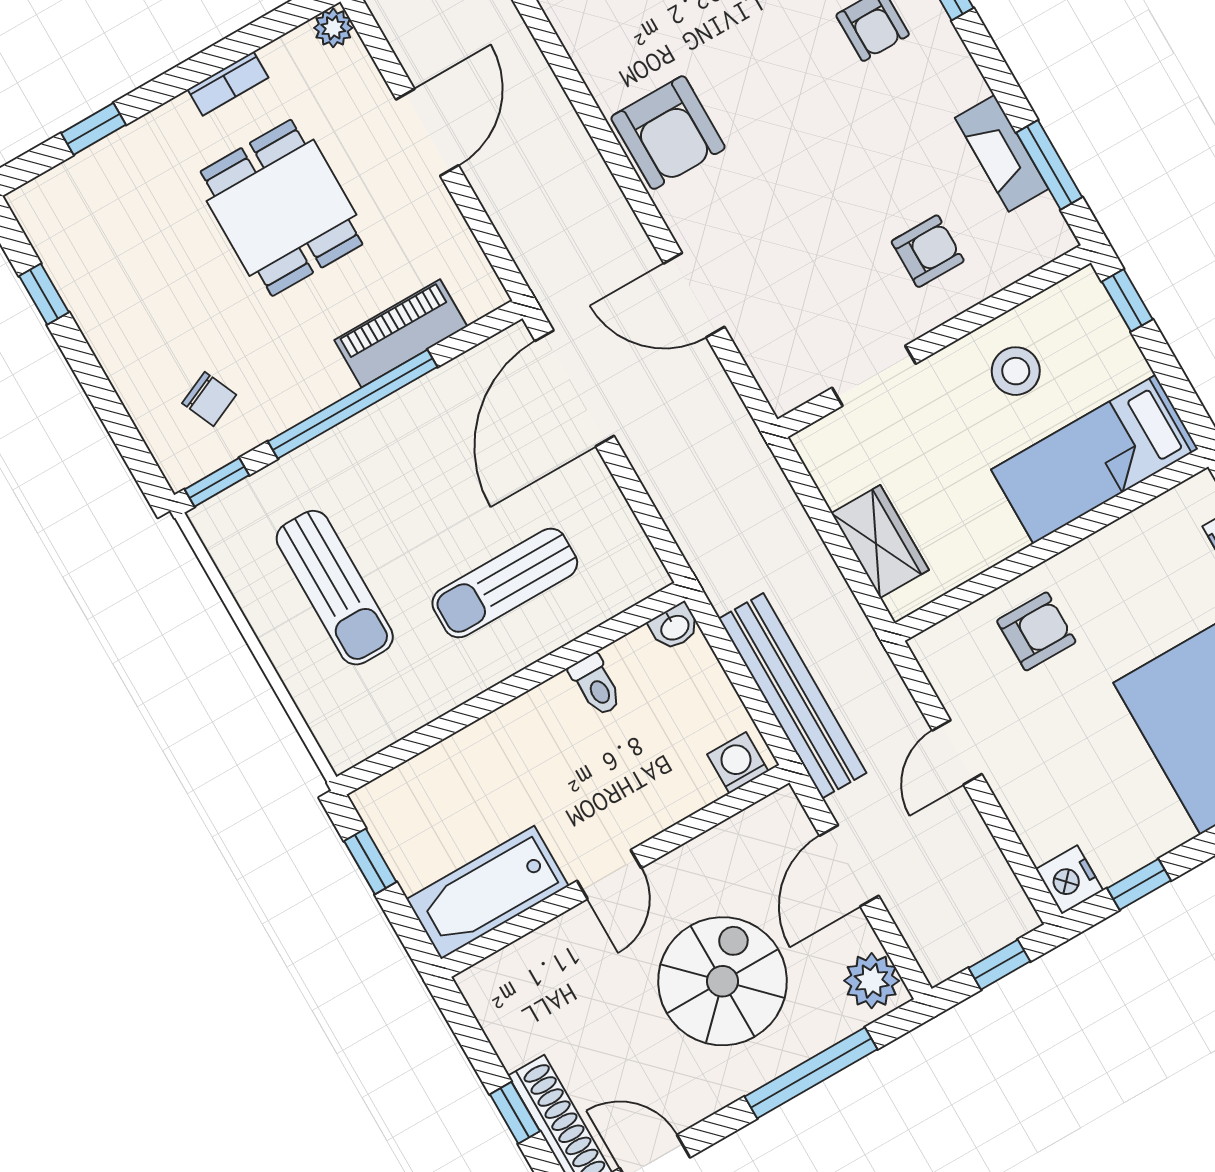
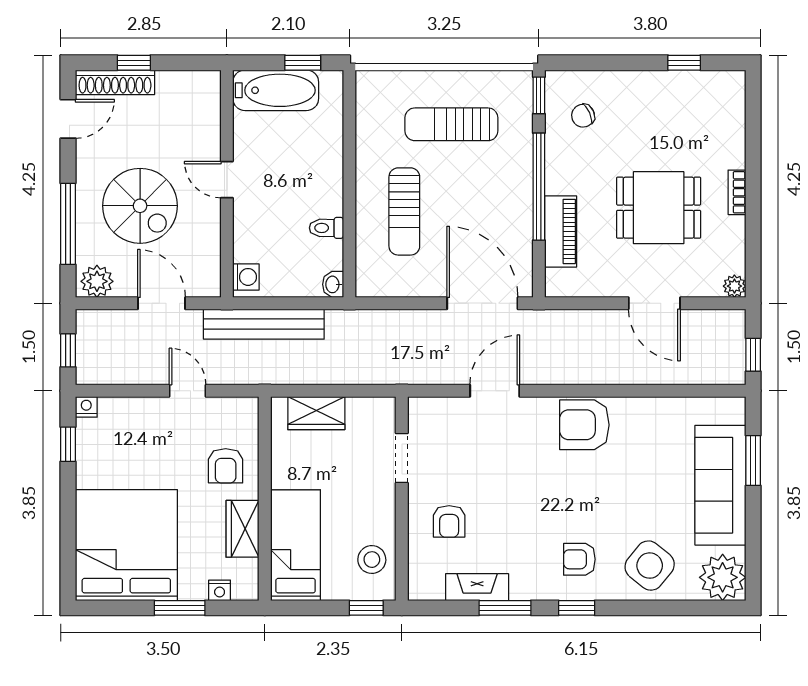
bookcase: (228, 84) -> (737, 192), moved
window: (94, 129) -> (753, 136), removed
window: (1049, 165) -> (505, 608), moved
stool: (1016, 371) -> (372, 560), moved
wardrobe: (1115, 552) -> (243, 529), added
sun lounger: (505, 583) -> (404, 211), turned 180
nightstand: (1070, 880) -> (86, 407), width x0.72, depth x0.74
bathtub: (488, 893) -> (276, 90), moved, turned 90

